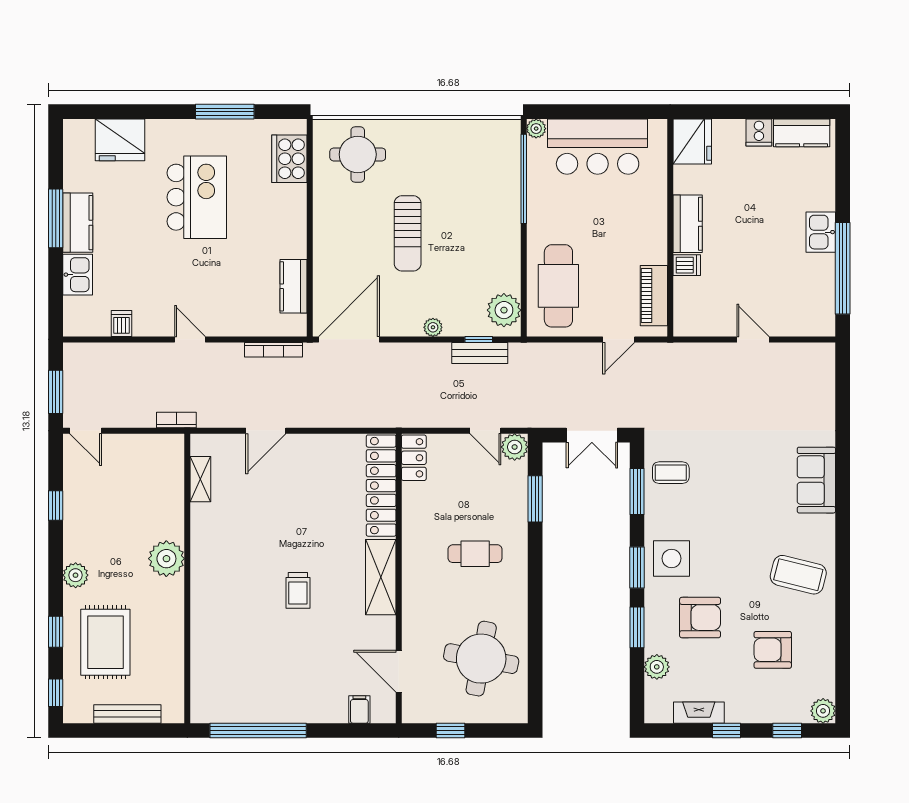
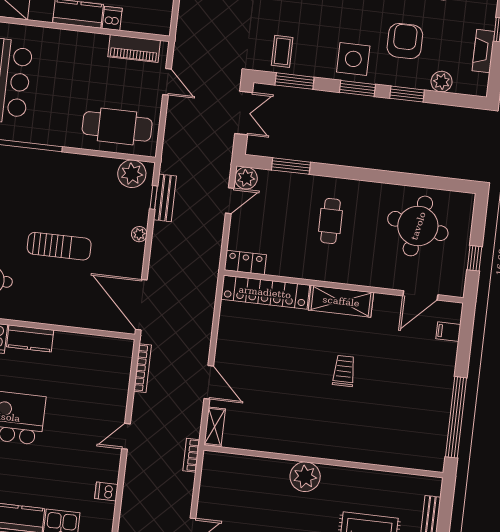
kitchen counter: (294, 286) -> (30, 338), moved
shelving: (200, 479) -> (215, 427), moved, turned 90
trolley: (298, 590) -> (344, 371), turned -90

